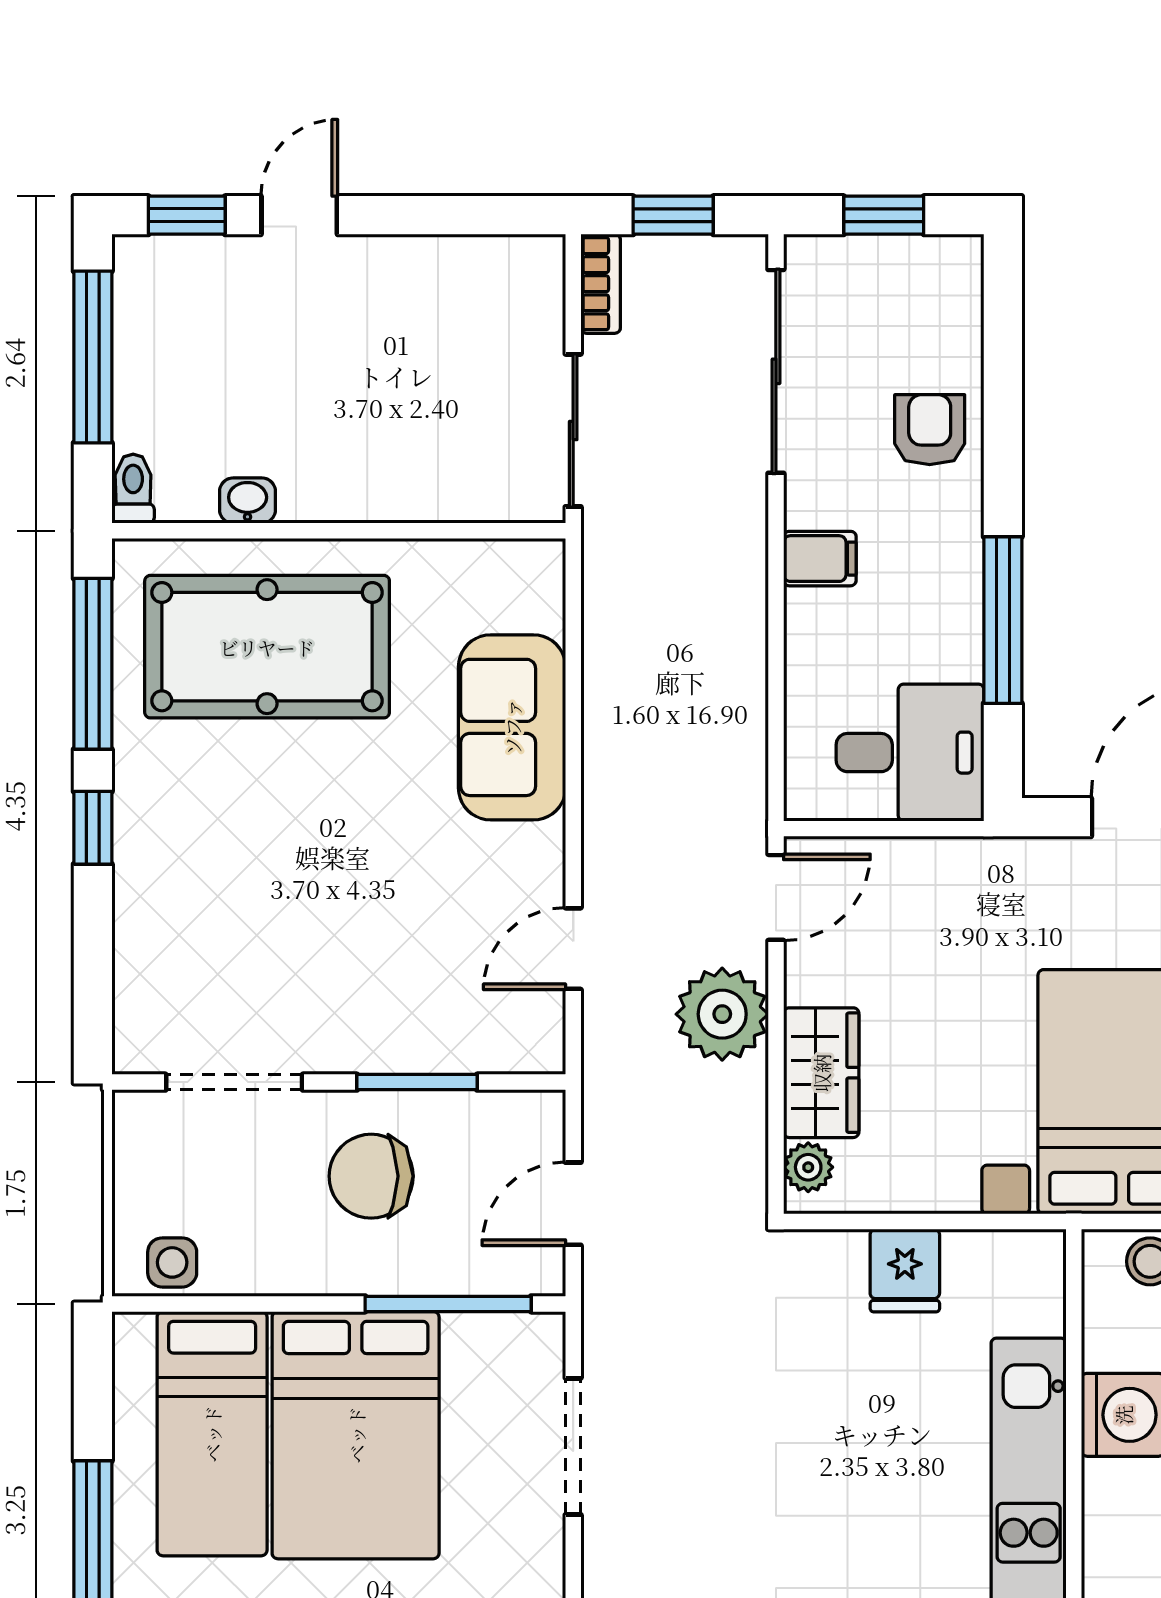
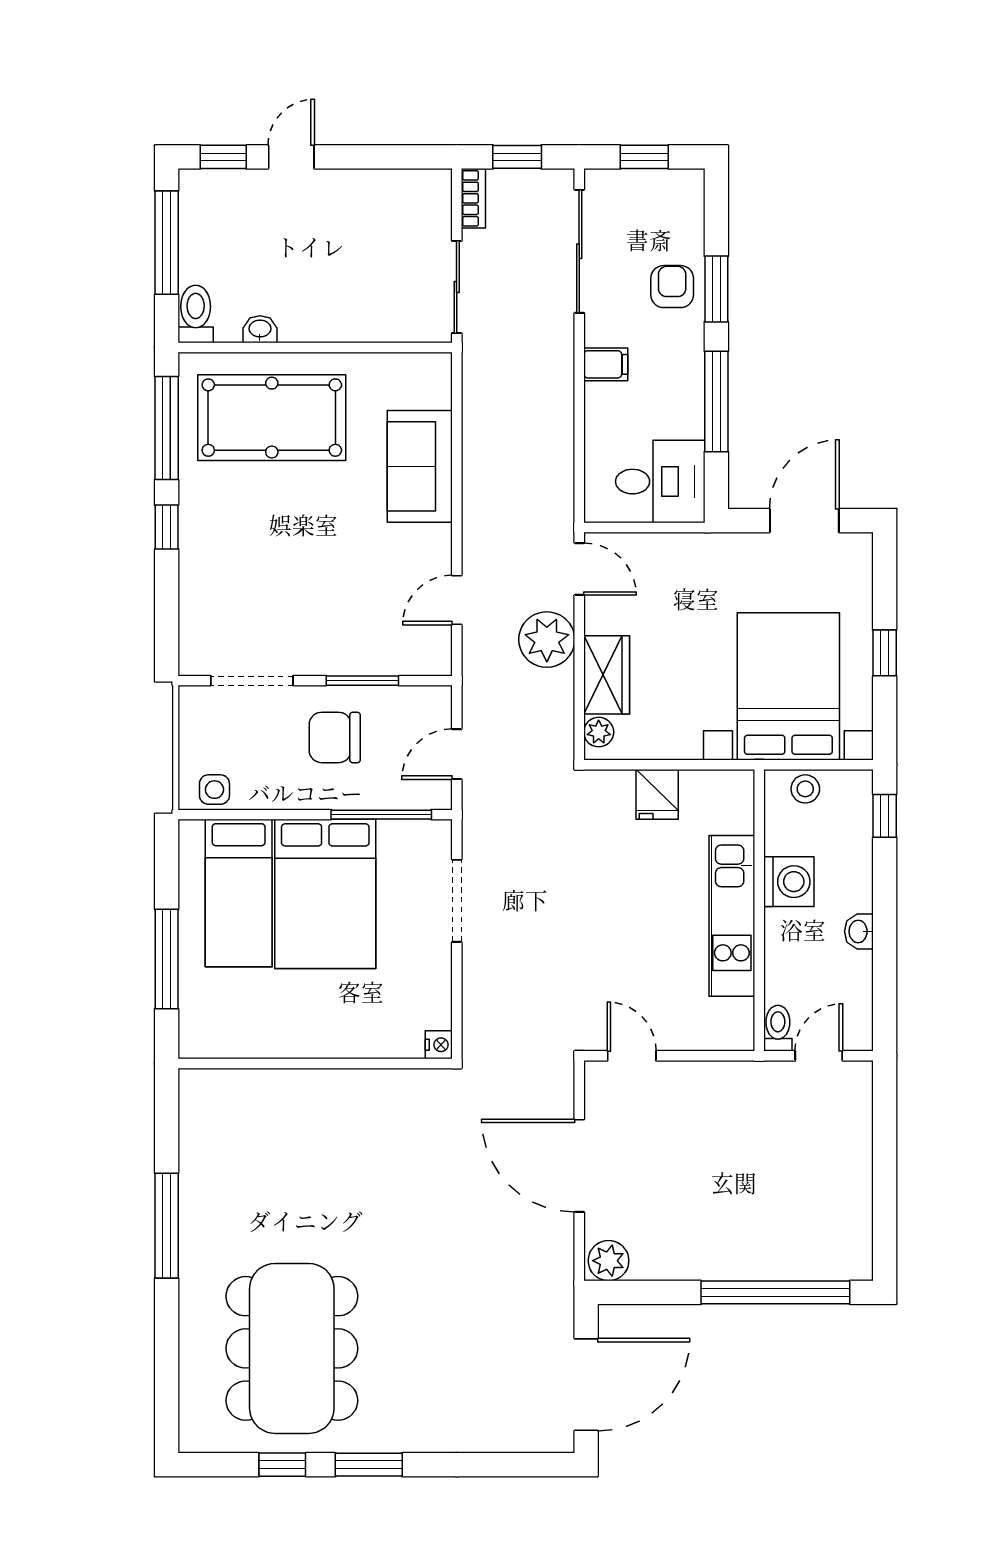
window: (1003, 434) -> (716, 289), added
toilet: (133, 489) -> (196, 314), width x1.37, depth x1.39
door: (776, 897) -> (579, 569), hinge flipped

